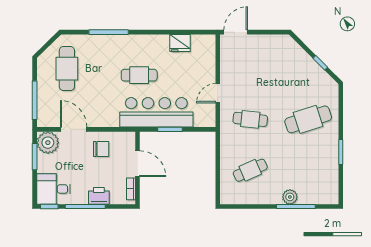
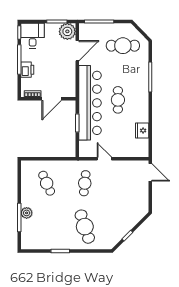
bar counter: (156, 112) -> (90, 103), width x1.36
chair: (101, 149) -> (62, 71), removed

